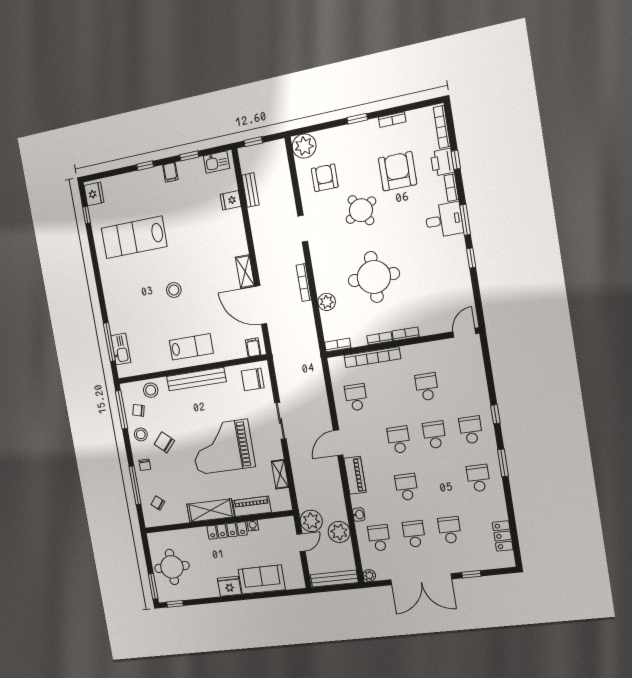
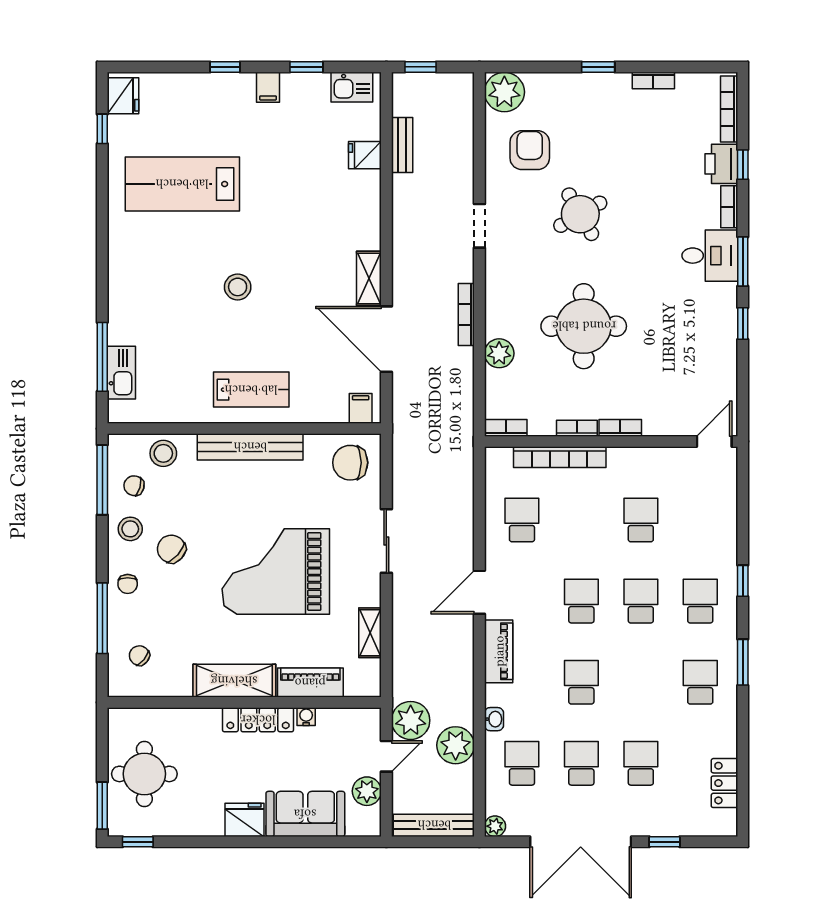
armchair: (397, 171) -> (649, 164), removed
plant: (293, 563) -> (367, 791), added

